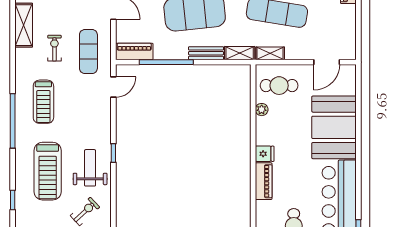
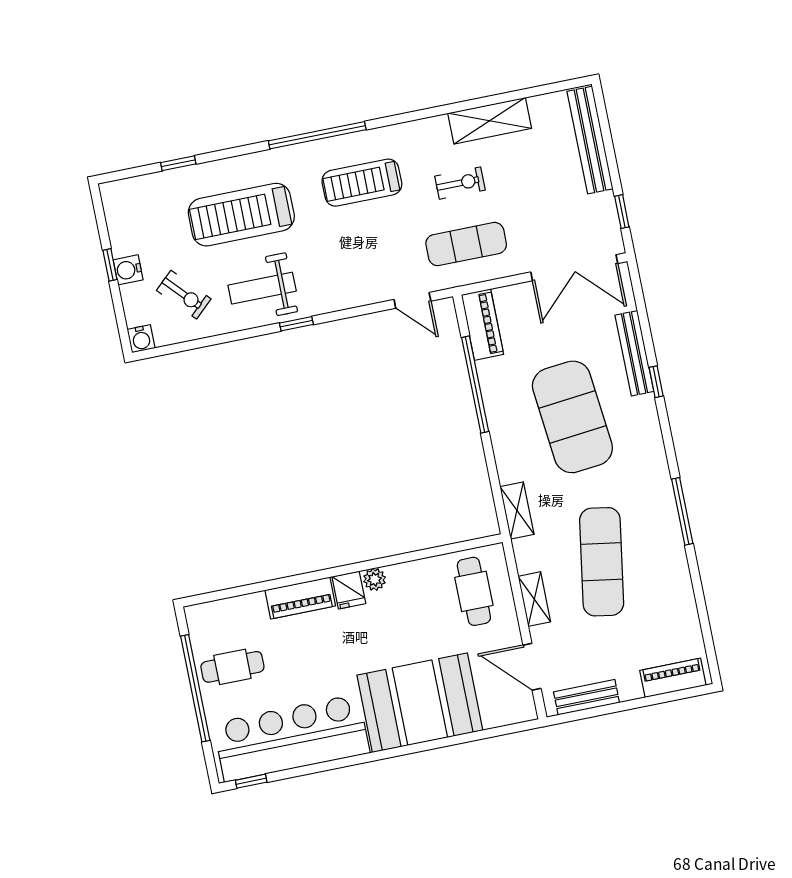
bench: (206, 53) -> (587, 697), moved, turned 90
shelving: (270, 53) -> (534, 599), moved
plant: (262, 110) -> (375, 579), moved
weight bench: (90, 168) -> (262, 288), turned 180

